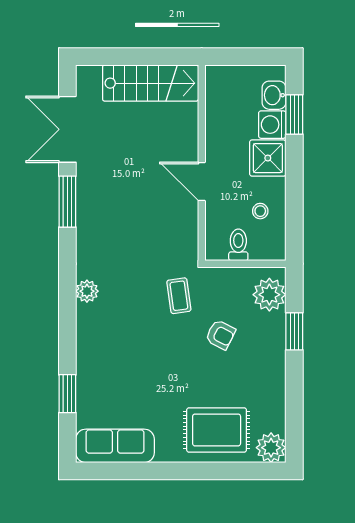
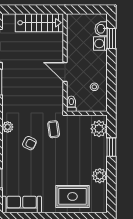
shower: (268, 158) -> (98, 60), removed
toilet: (238, 245) -> (71, 104), moved
armchair: (220, 335) -> (29, 143), moved
plant: (271, 448) -> (100, 176), moved

